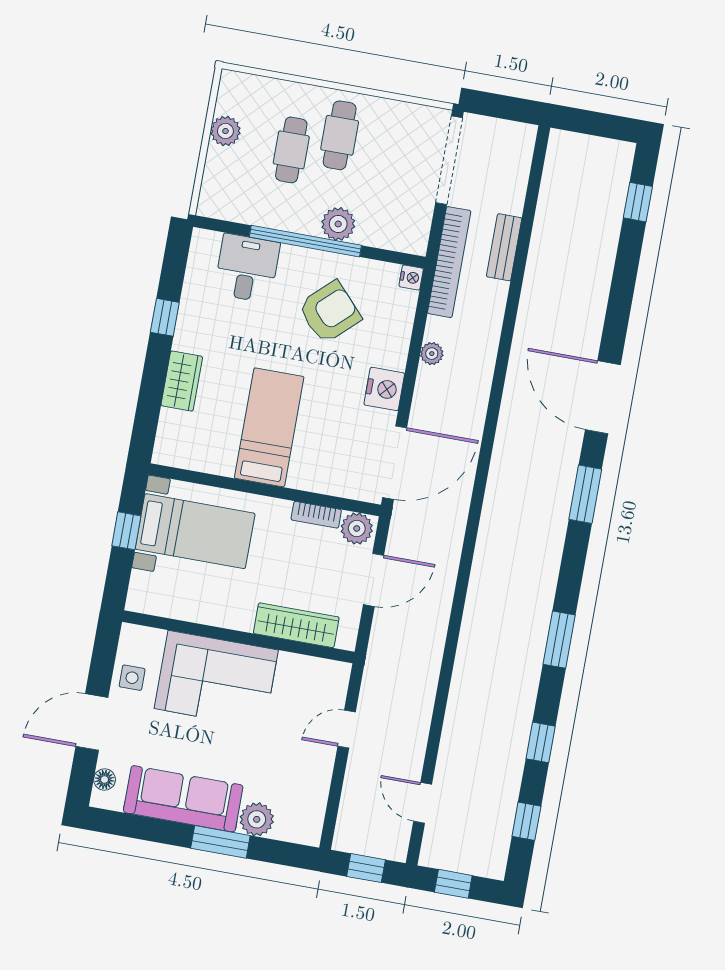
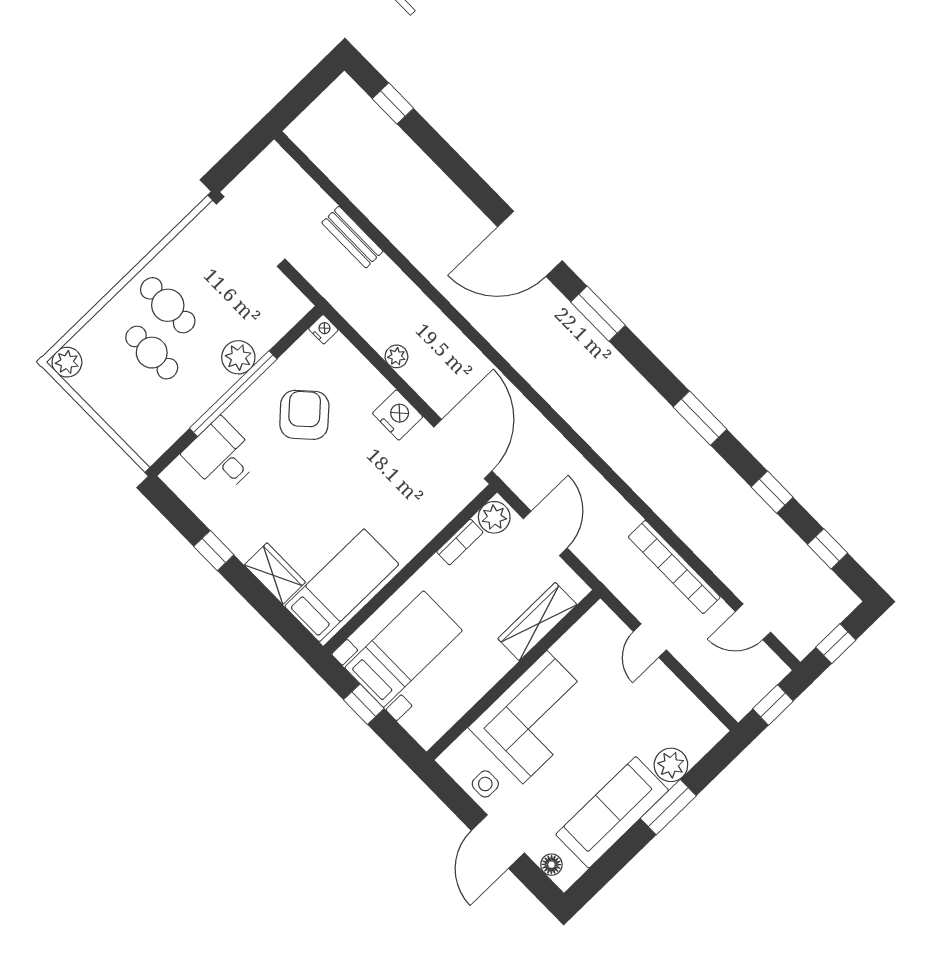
plant: (225, 131) -> (67, 362), moved
bookcase: (449, 262) -> (674, 567), moved, turned 180
bed: (269, 427) -> (342, 585), moved, turned 90

